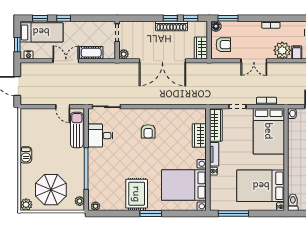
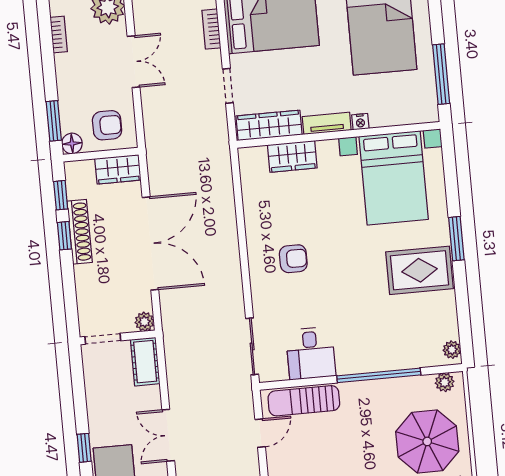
armchair: (223, 45) -> (107, 125), turned 90
cot: (91, 53) -> (145, 362), moved

